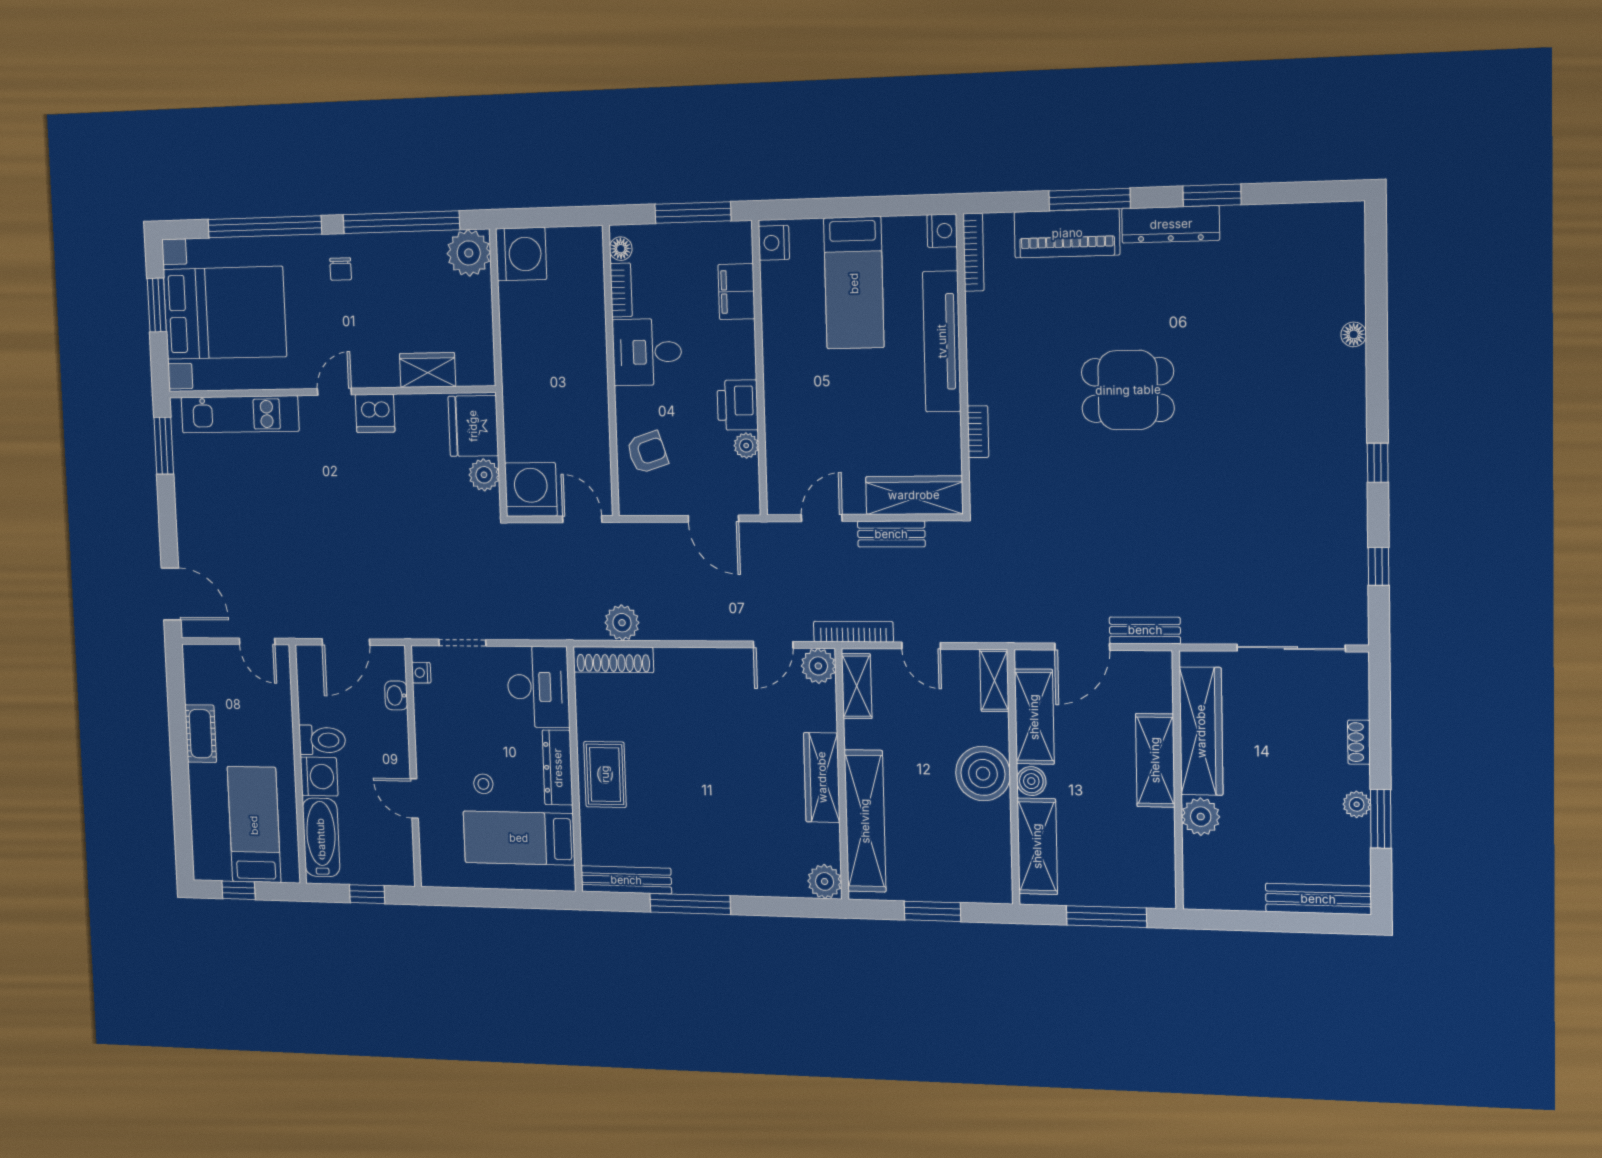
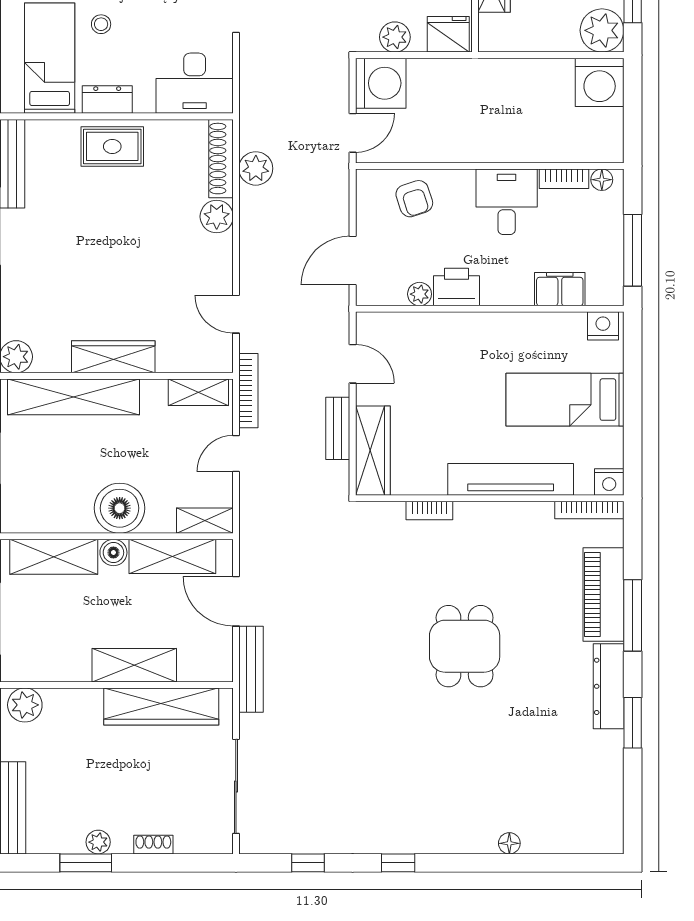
fridge: (473, 426) -> (448, 34), width x0.73, depth x0.75
bench: (1145, 630) -> (251, 669), width x1.36
plant: (818, 666) -> (217, 217), moved
dresser: (558, 768) -> (107, 100), width x0.70
plant: (1201, 817) -> (25, 705), moved

